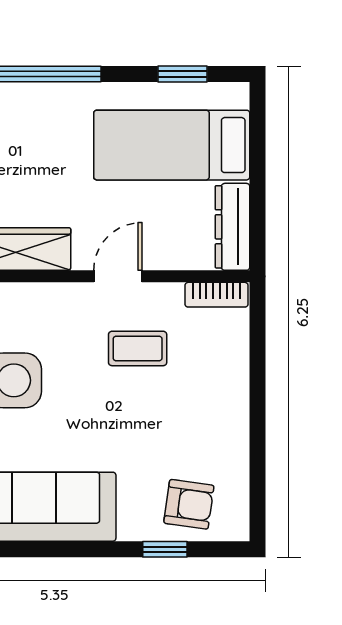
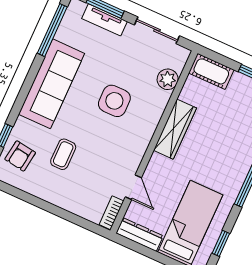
door: (118, 276) -> (133, 187), moved
coffee table: (138, 348) -> (63, 154), moved

